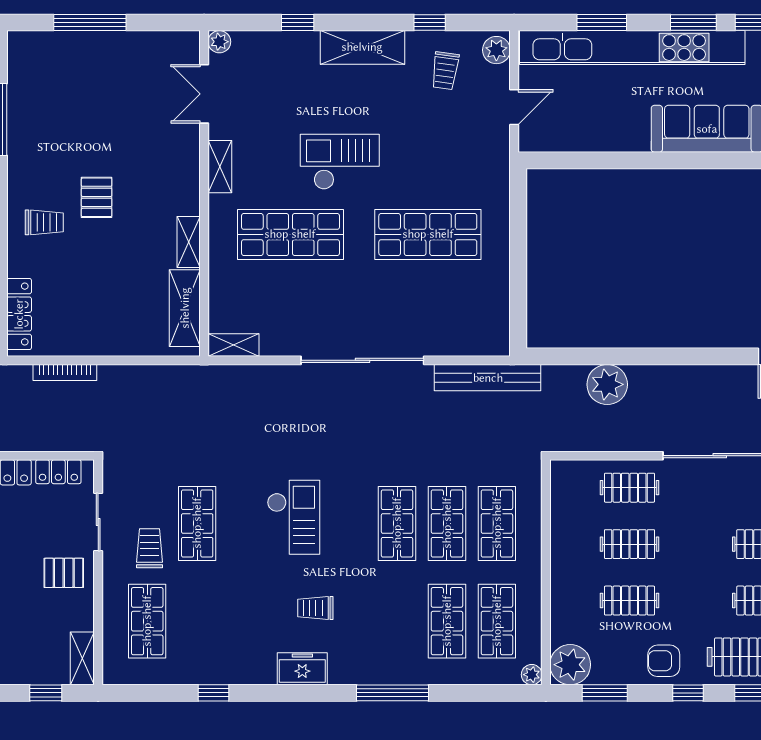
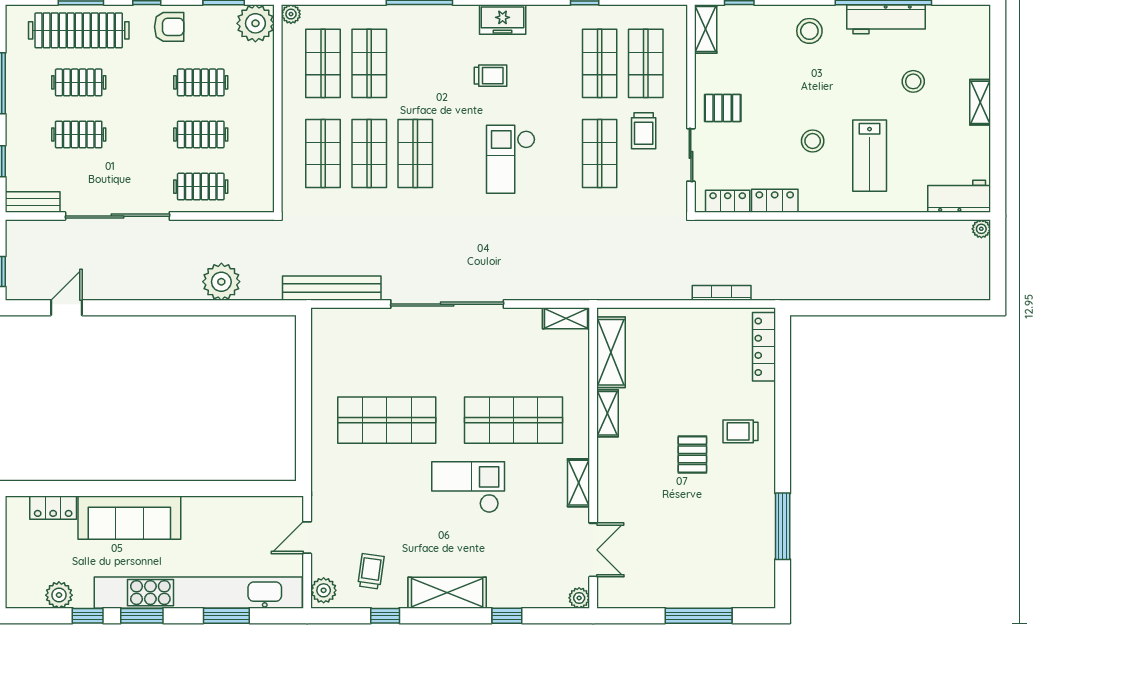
checkout: (340, 162) -> (468, 487), turned 180
shop shelf: (197, 621) -> (600, 63), added

